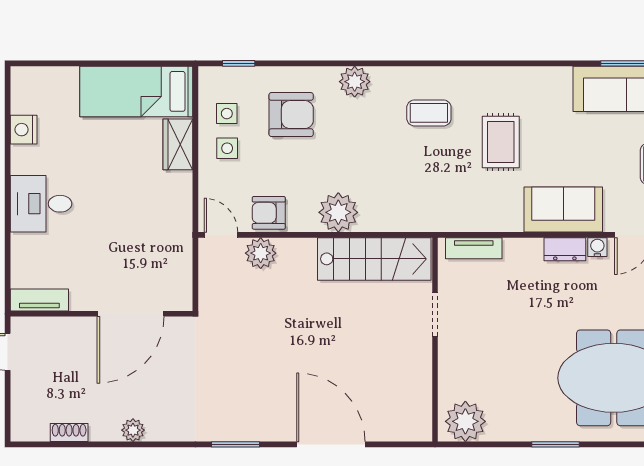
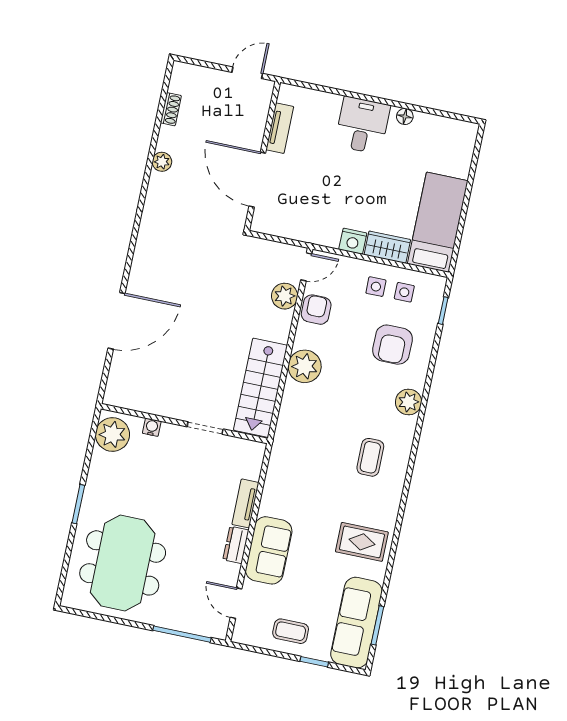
nightstand: (24, 130) -> (353, 241), moved, turned 180
rug: (501, 142) -> (362, 542), moved
floor lamp: (20, 156) -> (405, 116), added
water cooler: (597, 247) -> (152, 427), moved, turned -90
tv unit: (474, 248) -> (245, 503), moved
tv unit: (39, 300) -> (280, 128), moved
window: (236, 444) -> (133, 243), removed

